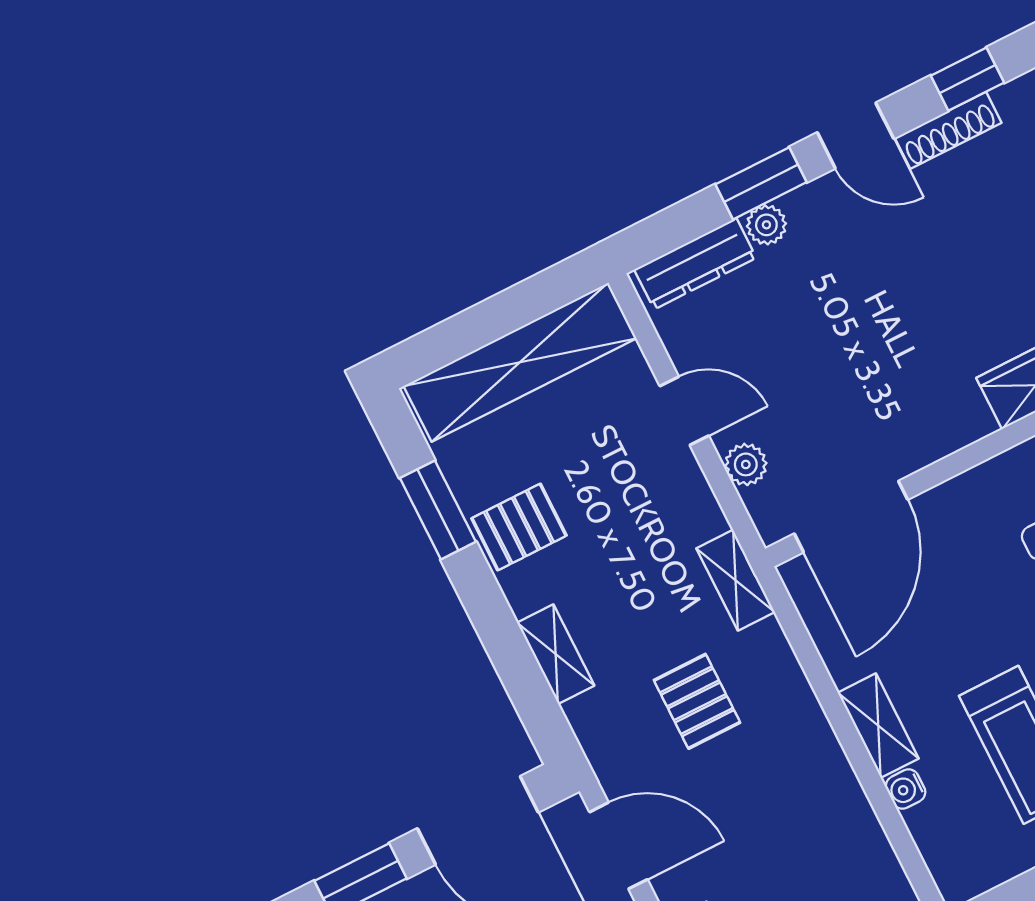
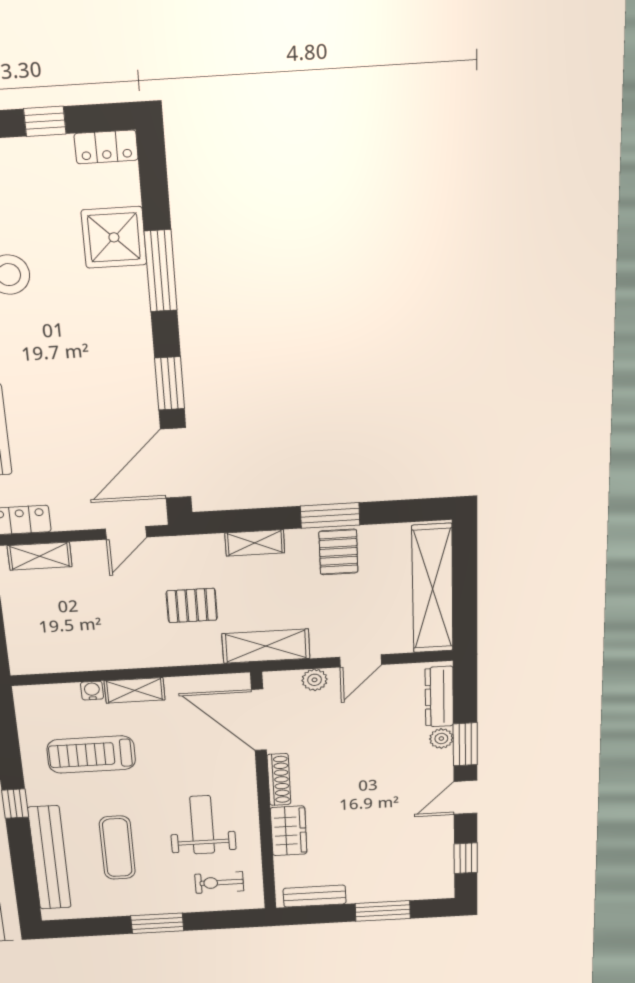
shoe rack: (948, 130) -> (279, 780), moved, turned 180
window: (438, 510) -> (330, 515), moved
shelving: (736, 580) -> (266, 646), width x1.50, depth x1.33
door: (619, 846) -> (126, 533), width x0.73

